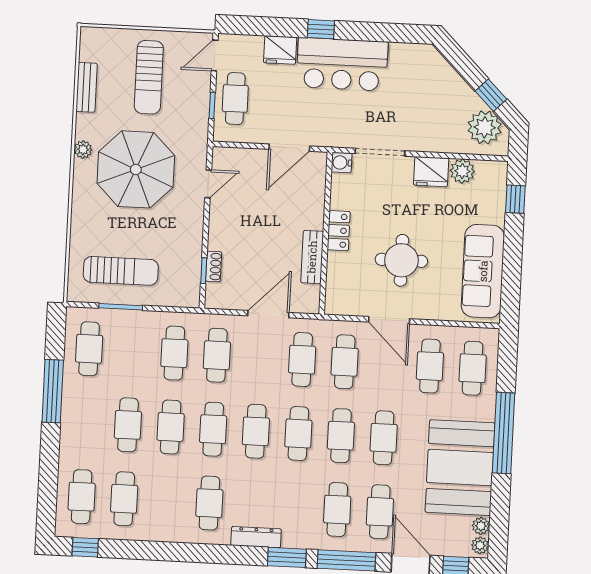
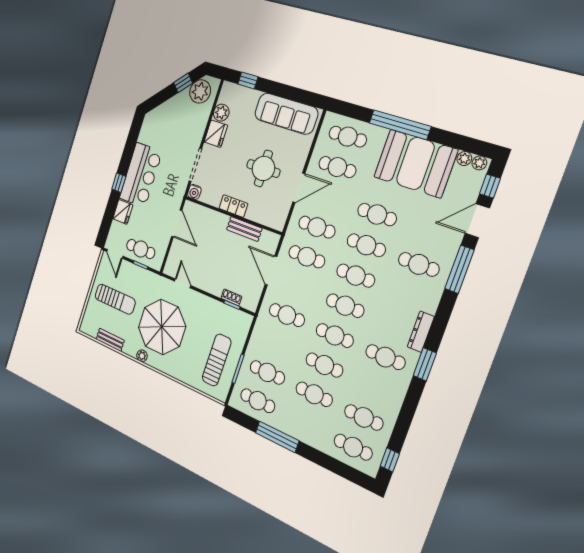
cafe table: (174, 353) -> (267, 372), moved
cafe table: (380, 512) -> (430, 233), removed
window: (287, 557) -> (425, 364), moved

